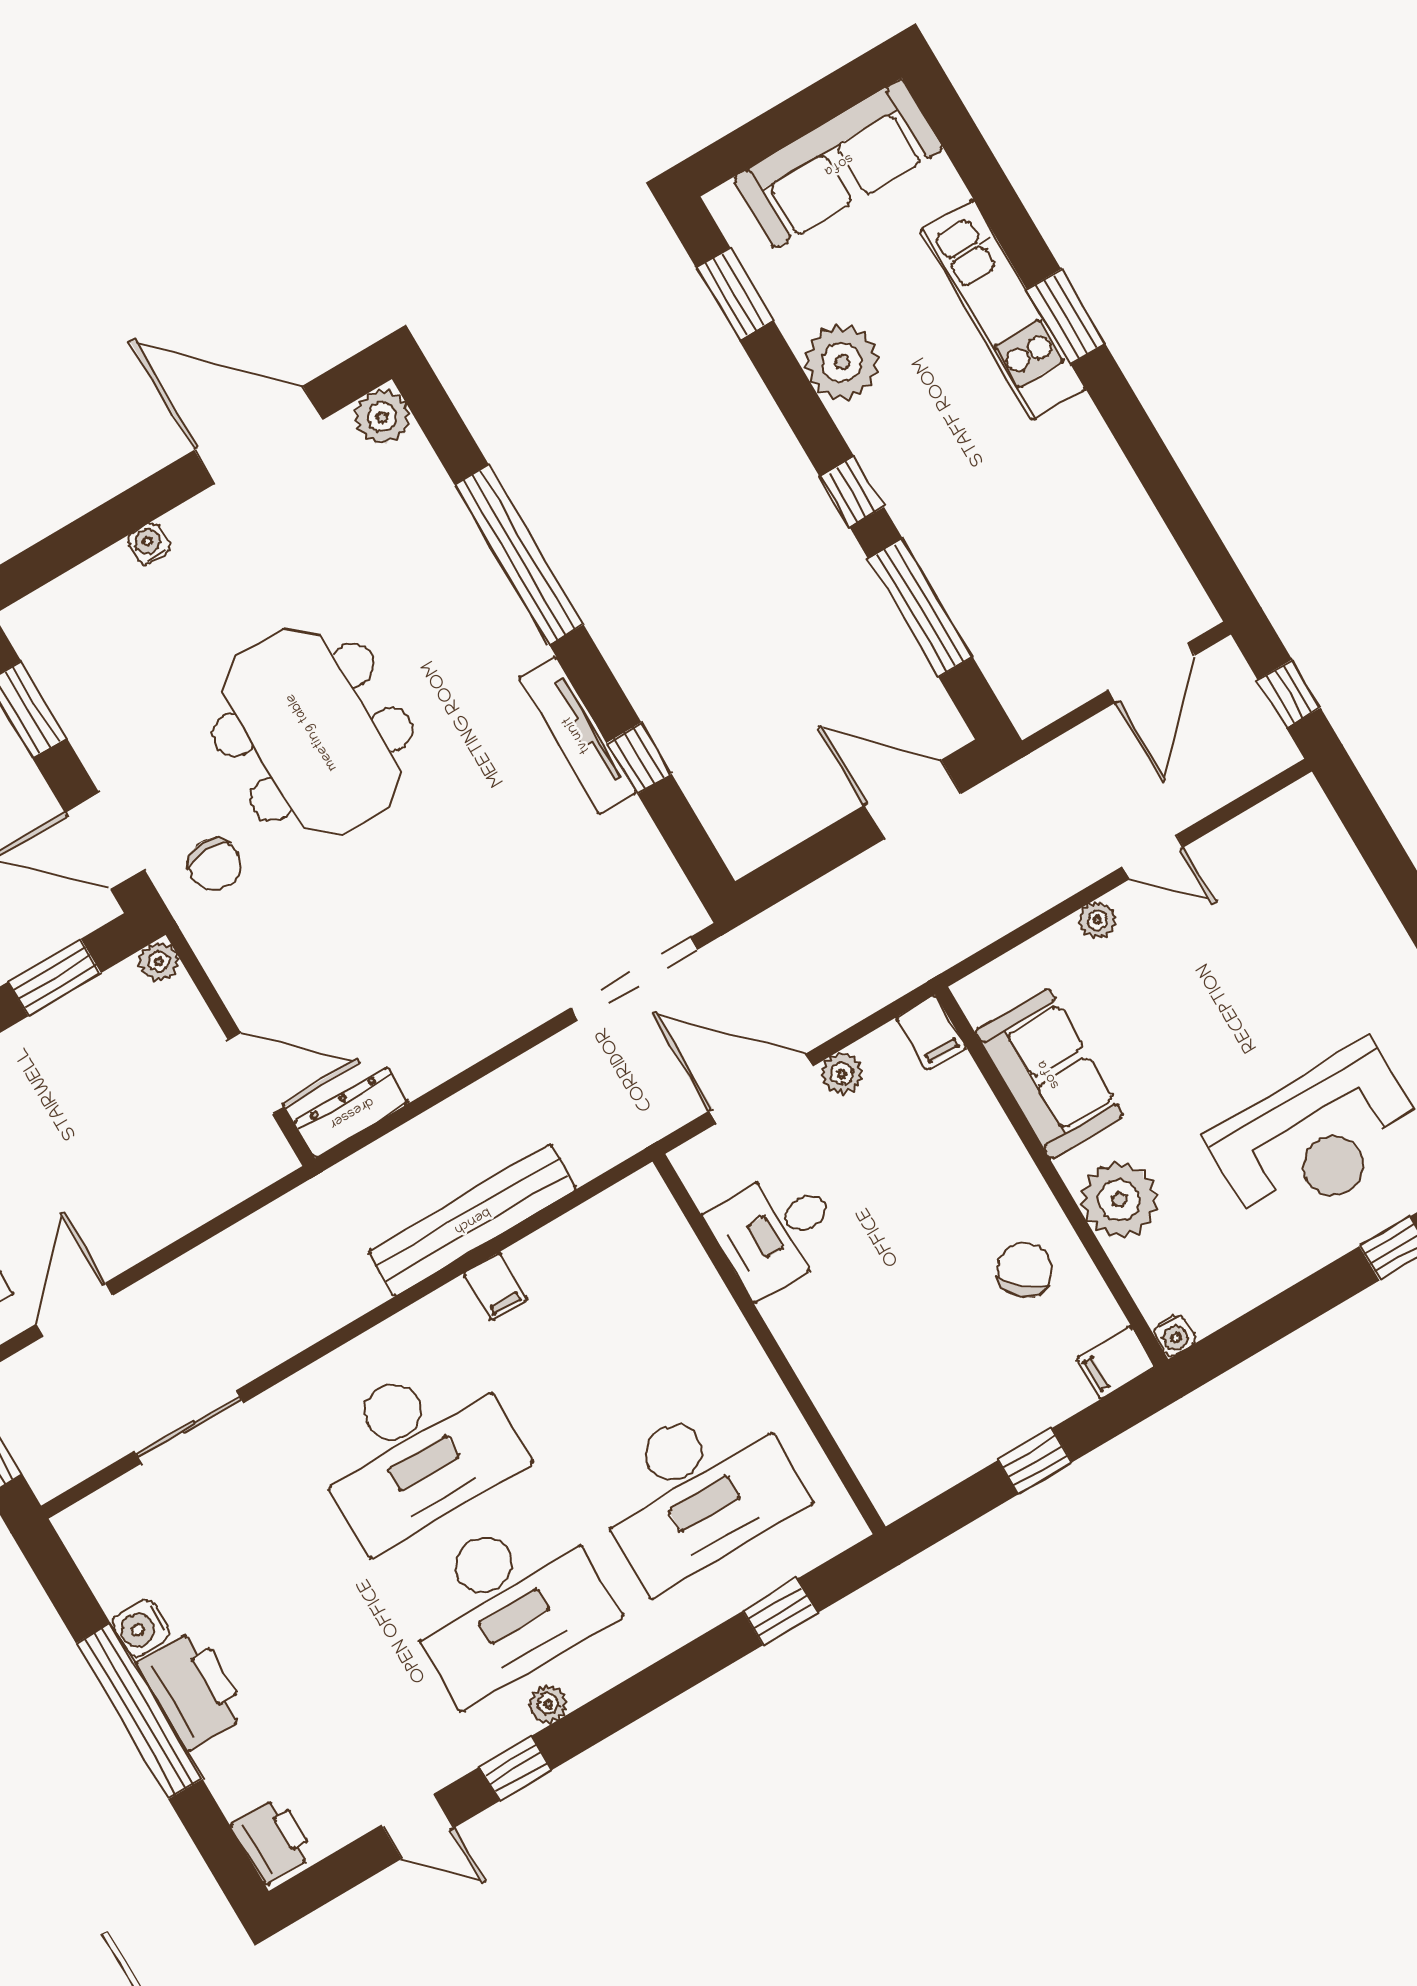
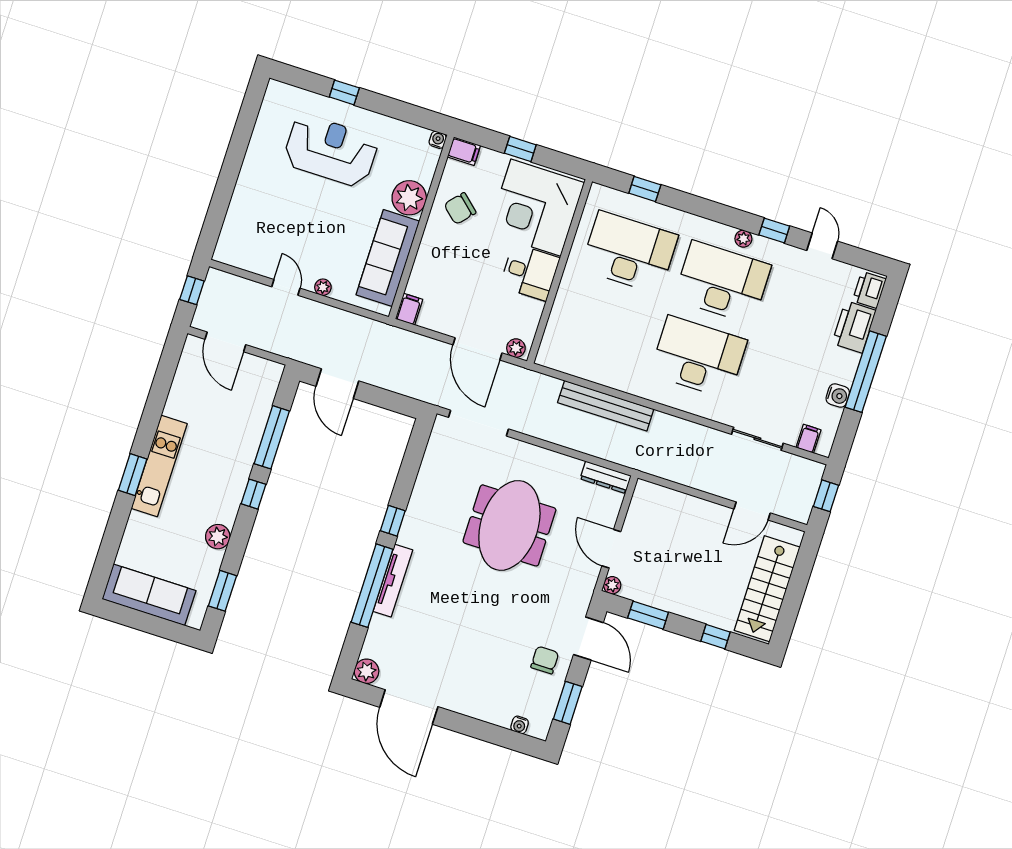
kitchen unit: (1003, 310) -> (159, 466), moved
plant: (842, 362) -> (218, 537), width x0.73, depth x0.73
water cooler: (149, 544) -> (520, 725), moved
door: (1151, 673) -> (225, 342), swing flipped
meeting table: (312, 732) -> (509, 525), moved
tv unit: (577, 735) -> (393, 581), moved
window: (639, 758) -> (393, 521), moved
chair: (215, 864) -> (545, 660), moved
door: (256, 1073) -> (611, 549), moved
plant: (842, 1074) -> (516, 348), moved
sofa: (1049, 1074) -> (388, 258), width x1.36
desk: (776, 1231) -> (530, 272), moved
filing cabinet: (496, 1287) -> (808, 439), moved
corner desk: (912, 1400) -> (536, 208), added
printer: (192, 1690) -> (854, 327), moved

